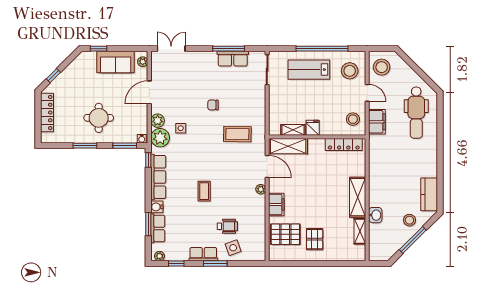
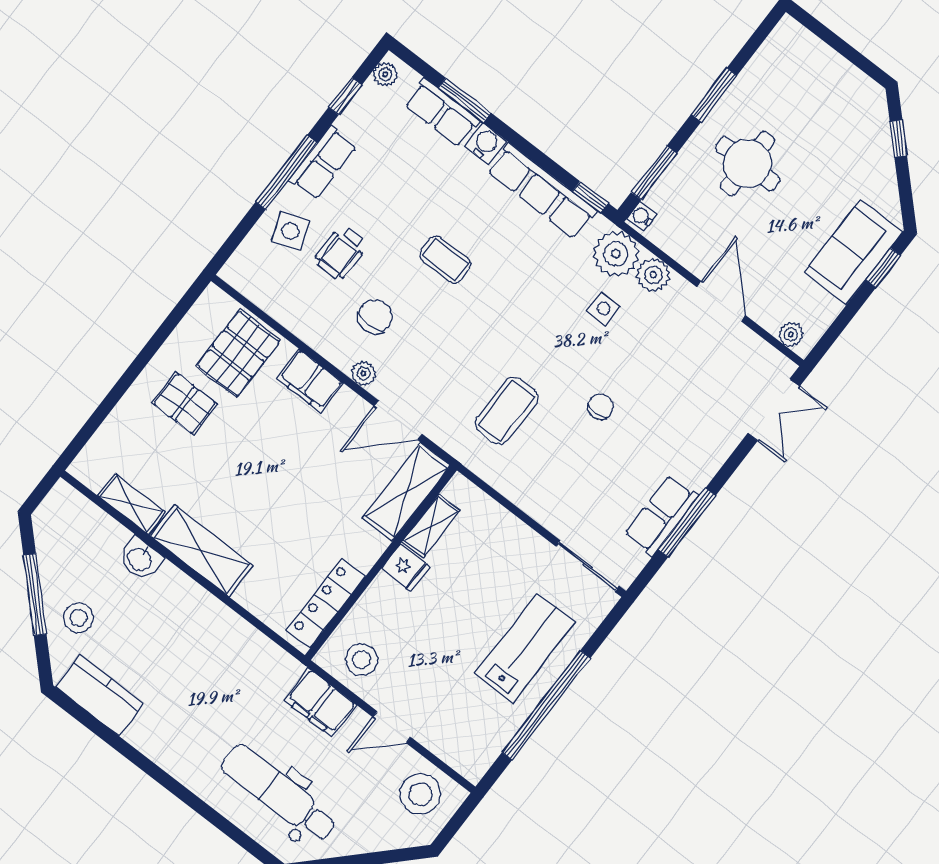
sofa: (116, 62) -> (853, 252), moved
stool: (350, 71) -> (461, 726), removed
locker: (47, 112) -> (836, 71), removed
chair: (240, 200) -> (375, 317), added
window: (215, 264) -> (286, 172), width x1.44

